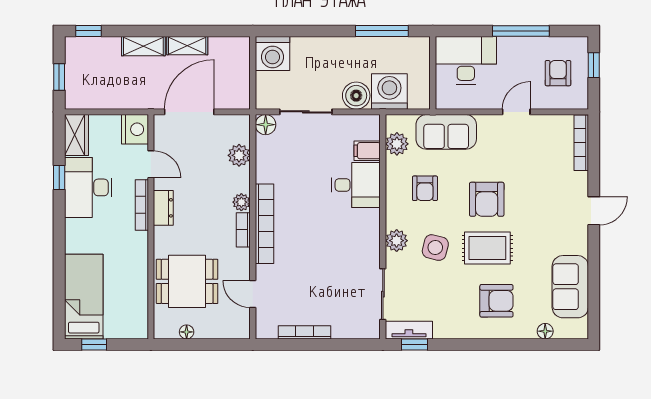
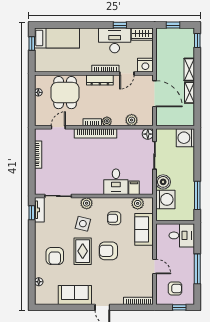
desk: (466, 60) -> (182, 235), width x0.73
dresser: (163, 208) -> (100, 80), width x1.44
sofa: (570, 287) -> (75, 295), moved

